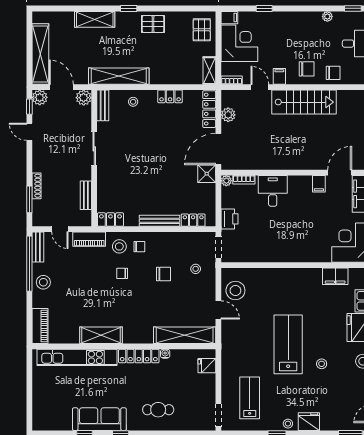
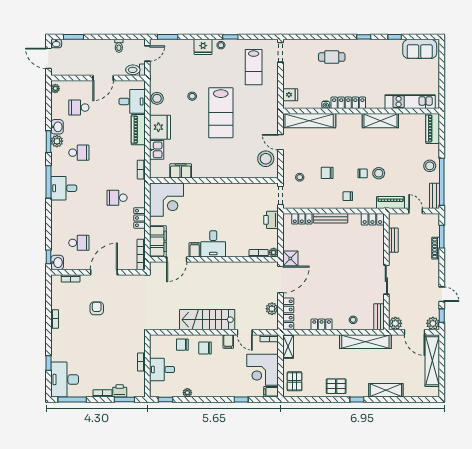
desk: (273, 191) -> (213, 244), moved
stool: (119, 246) -> (379, 173), moved
kitchen unit: (77, 357) -> (410, 102), width x0.73
sofa: (99, 419) -> (420, 49), moved, width x0.73

